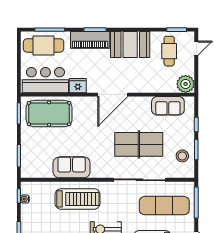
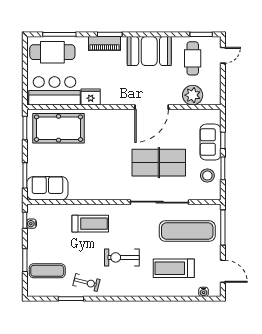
piano: (90, 40) -> (104, 44), width x0.73, depth x0.75
plant: (186, 84) -> (193, 95), moved
door: (113, 95) -> (152, 107), moved
sofa: (168, 106) -> (211, 142), moved, turned 90
sofa: (72, 167) -> (47, 188), moved
treadmill: (77, 199) -> (90, 224), width x0.73, depth x0.73

